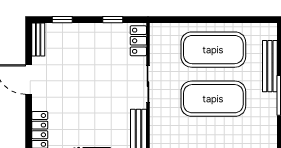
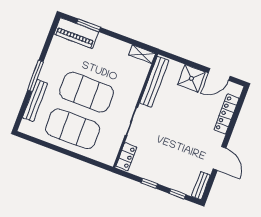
window: (113, 20) -> (149, 183), moved

